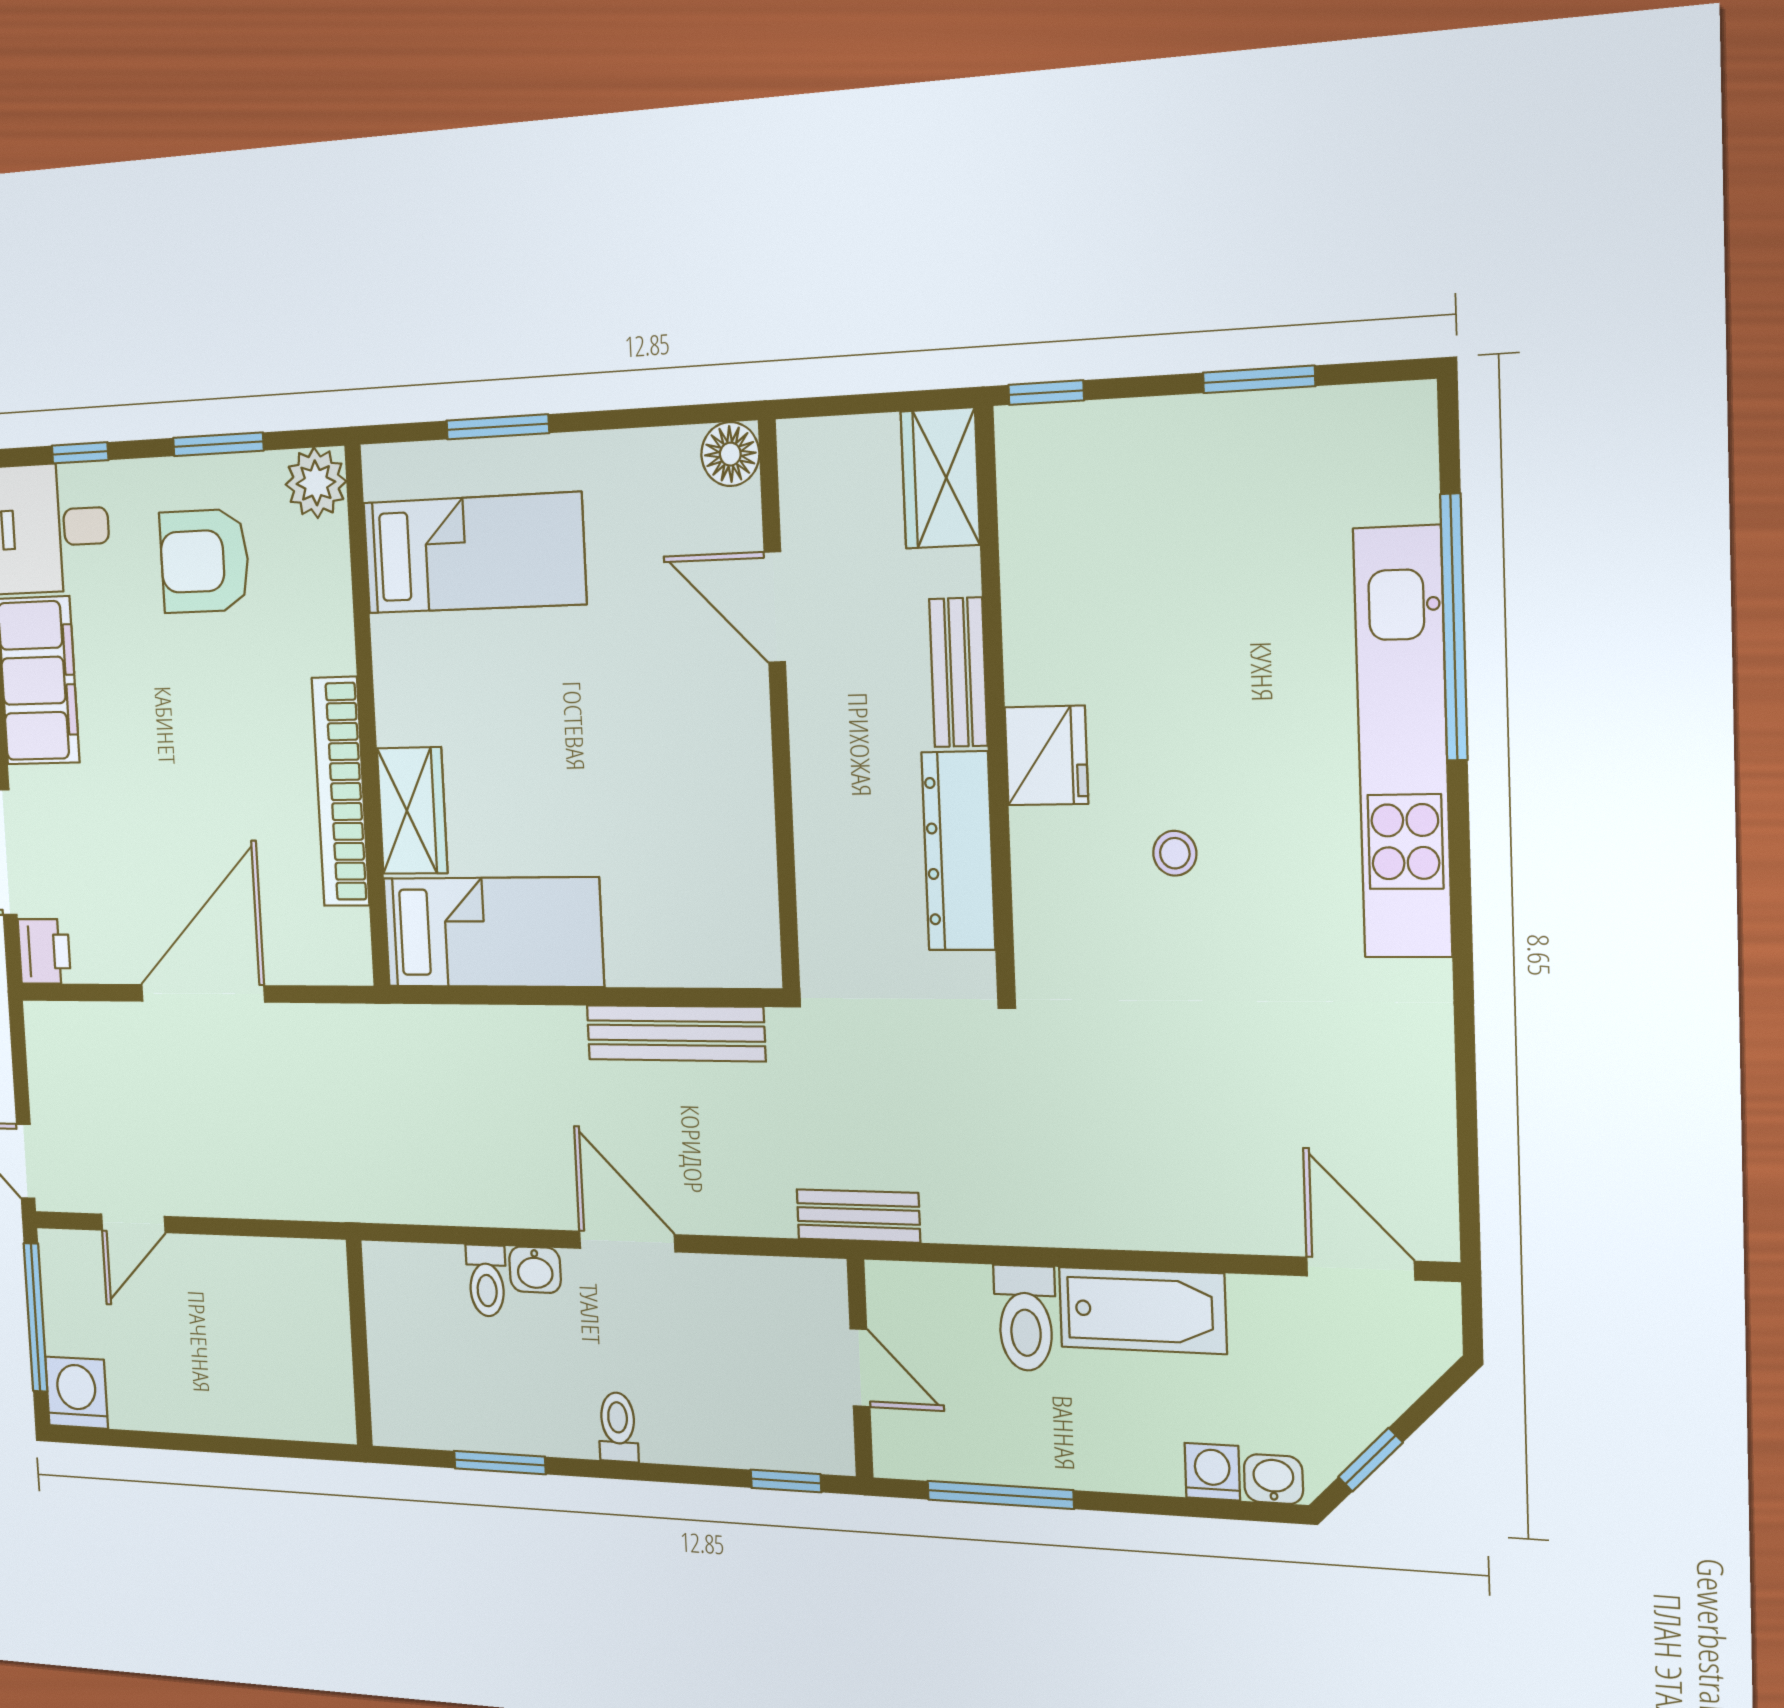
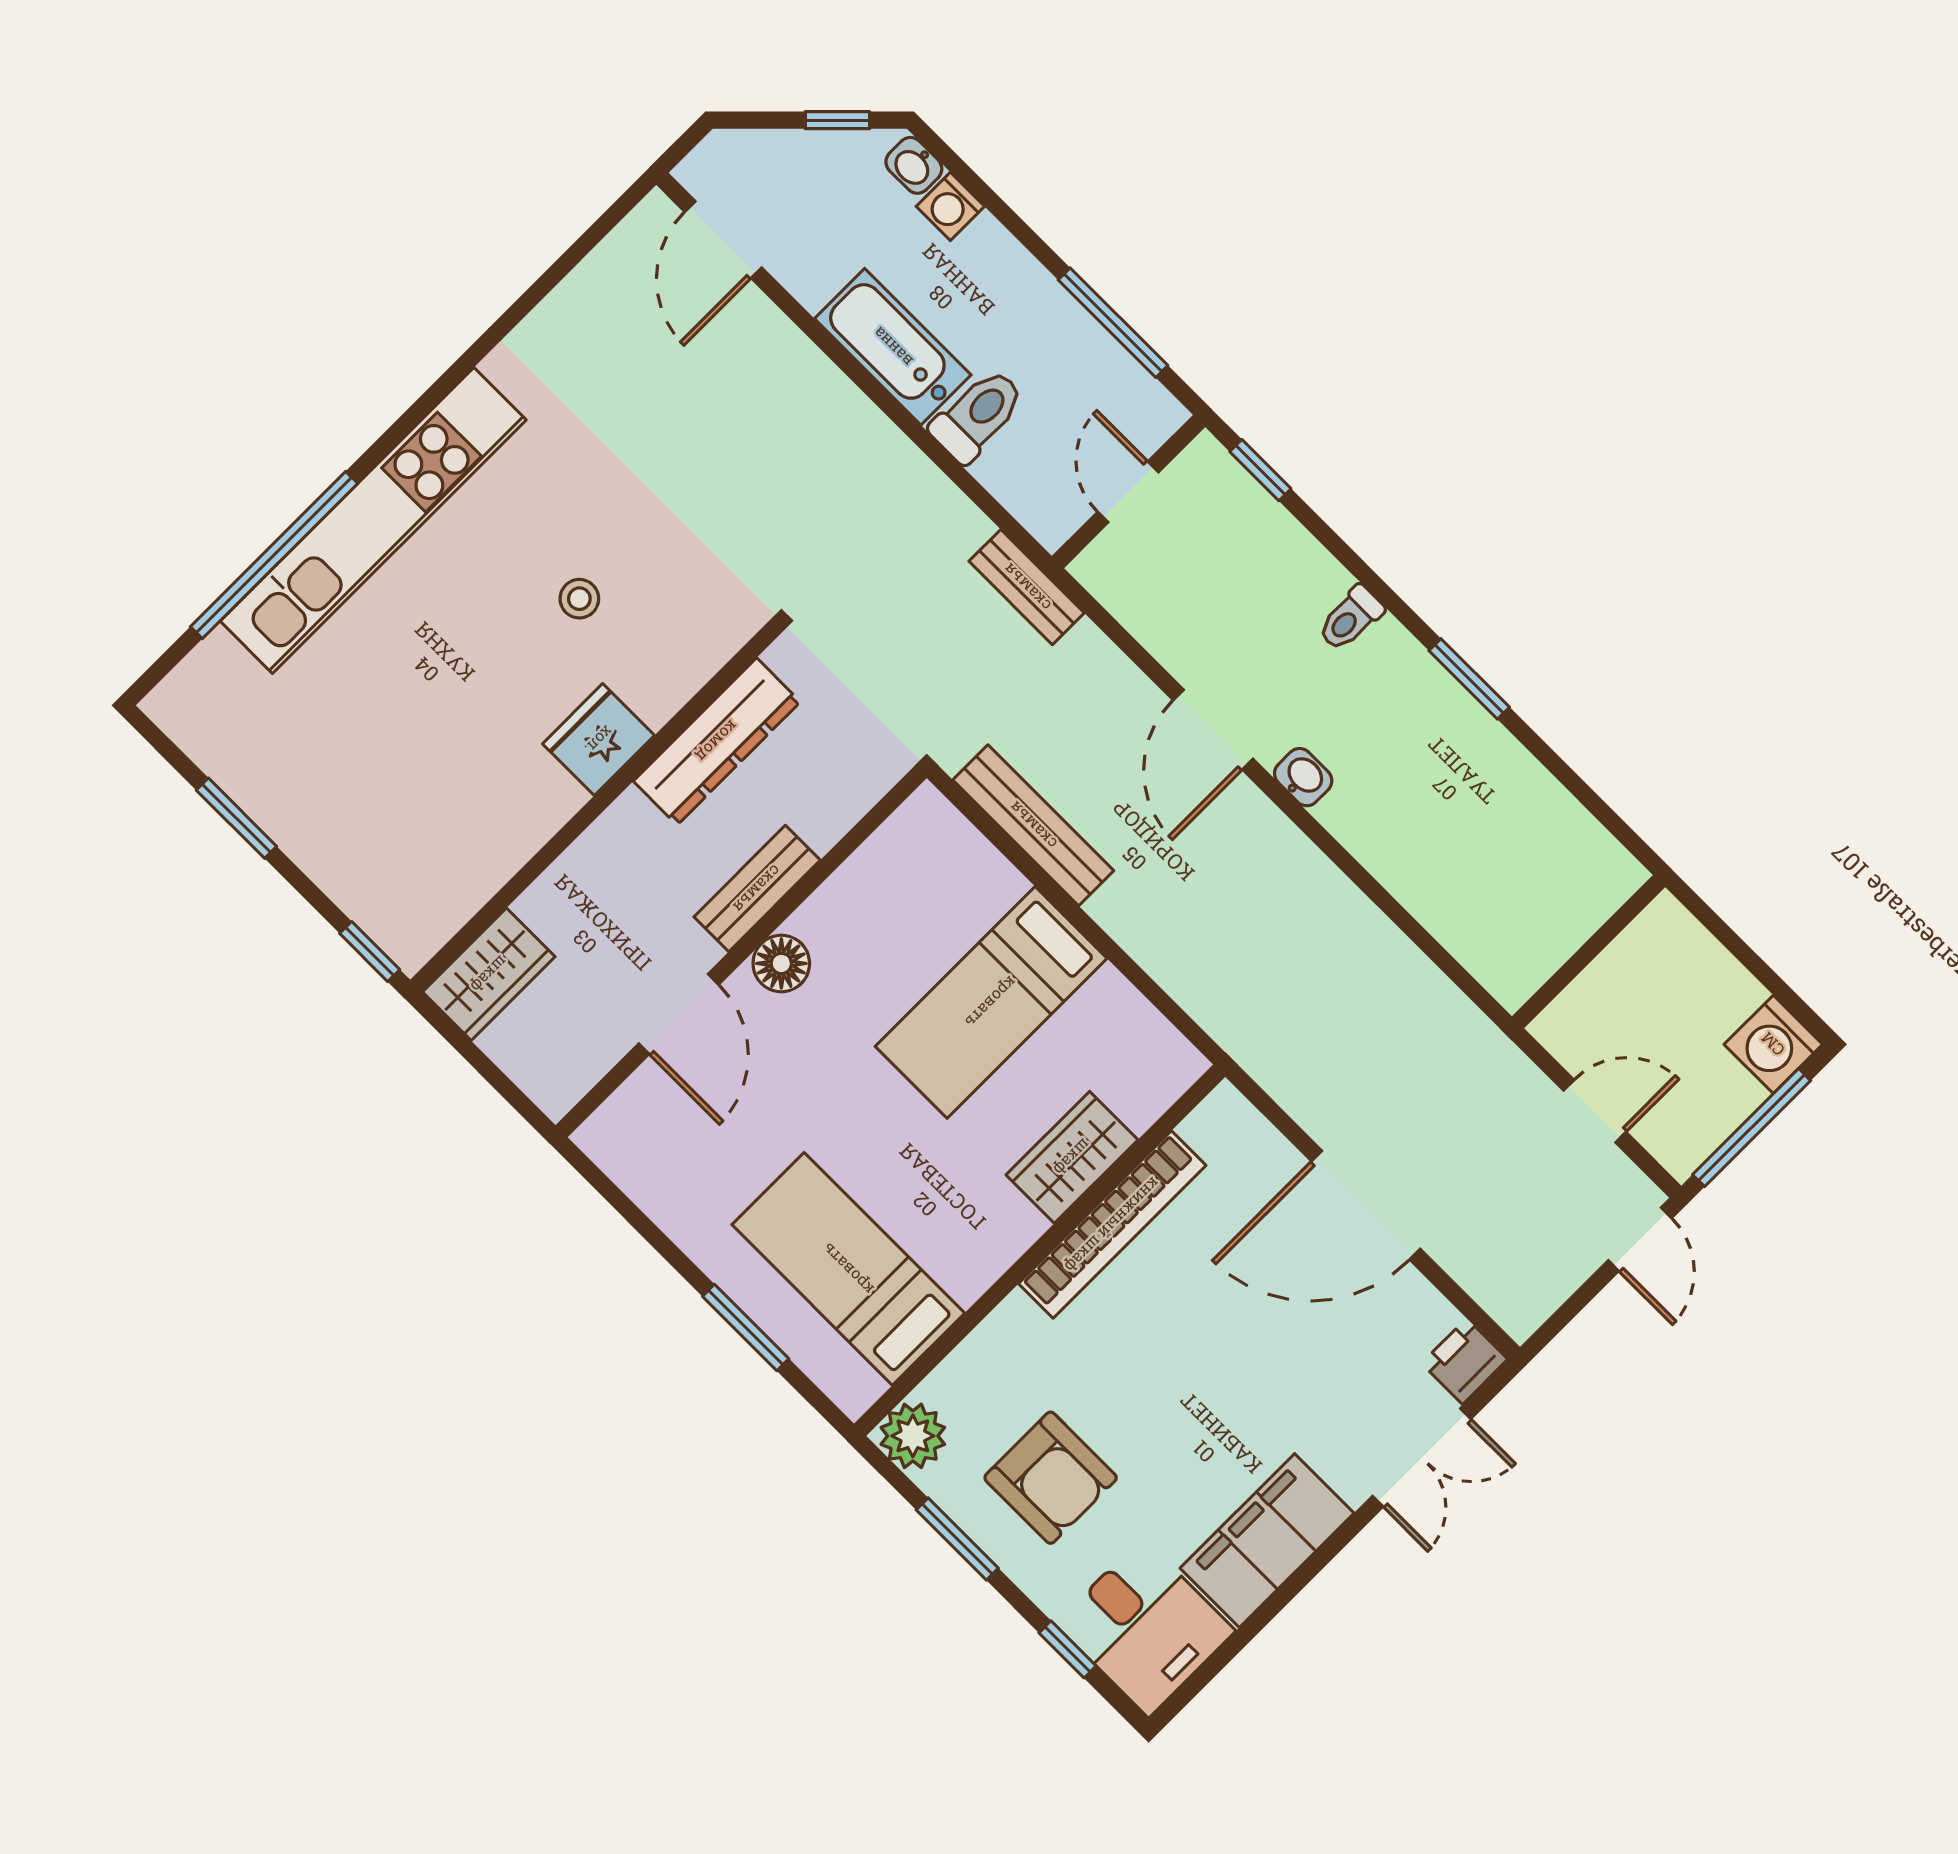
floor lamp: (730, 454) -> (781, 963), moved
bench: (958, 672) -> (757, 889), moved
bed: (493, 932) -> (991, 1002), moved, turned -90
toilet: (487, 1281) -> (1349, 805), removed
wall: (359, 1343) -> (1589, 952), moved

